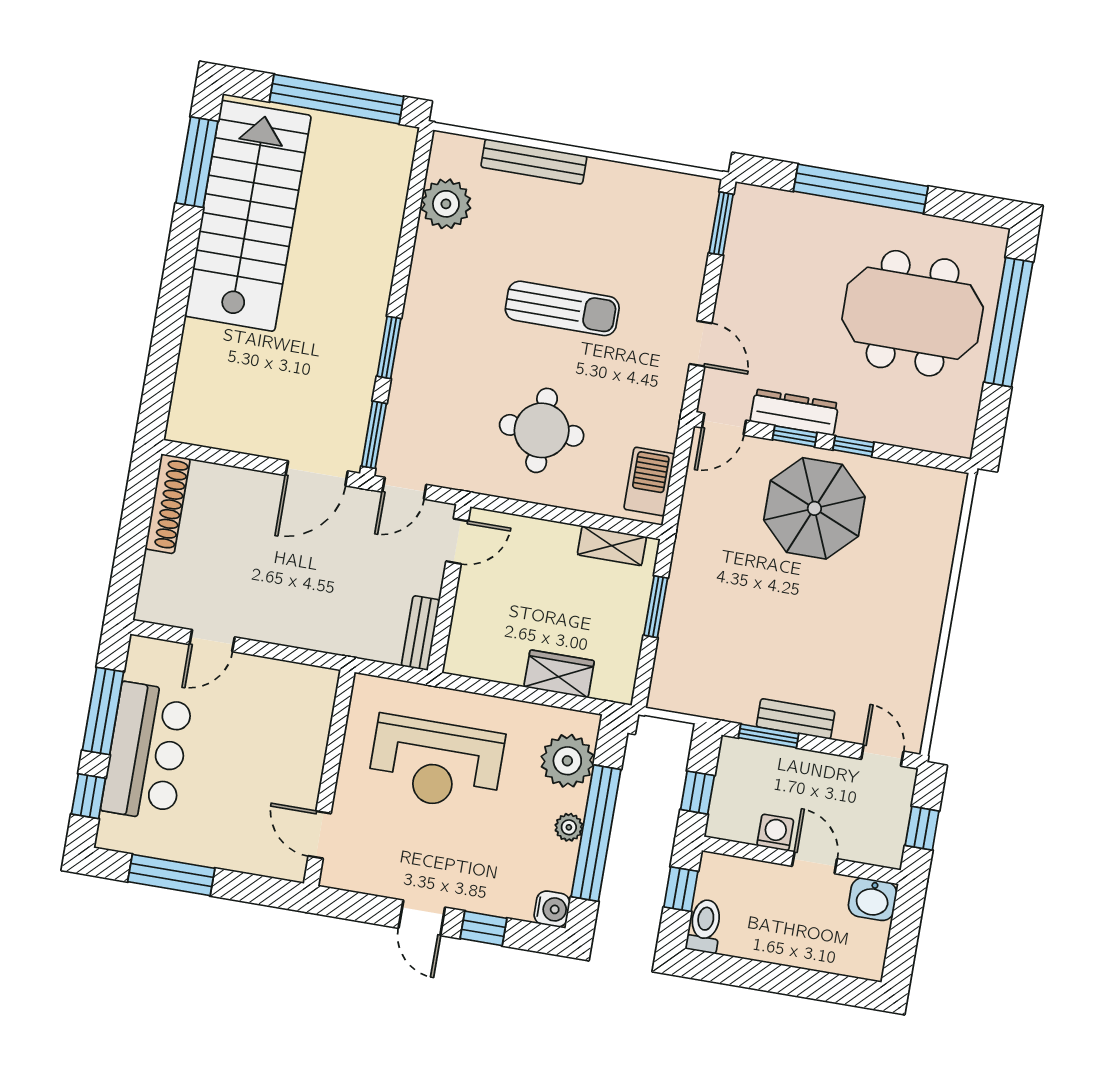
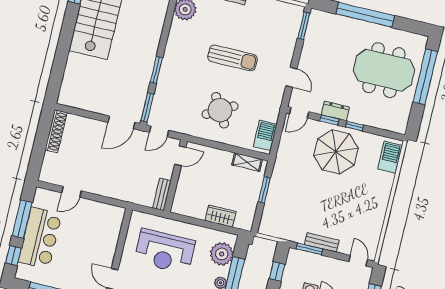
dresser: (794, 412) -> (335, 111), width x0.70
round table: (542, 430) -> (220, 110), turned -30
barbecue: (940, 512) -> (390, 157), added

